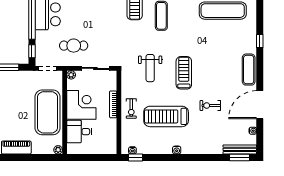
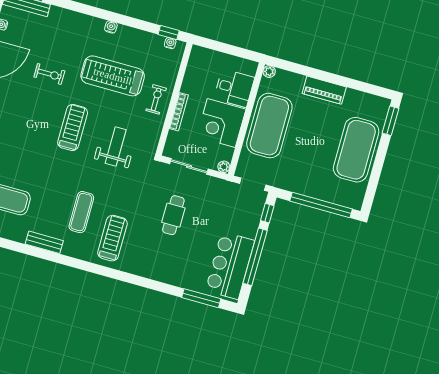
cafe table: (74, 46) -> (173, 215), moved, turned 90
treadmill: (184, 73) -> (73, 128), turned 180
treadmill: (166, 116) -> (113, 76), turned 180

